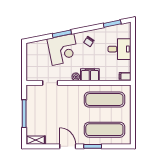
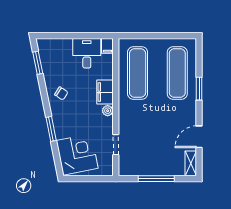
corner desk: (63, 49) -> (77, 154), moved
desk: (119, 49) -> (87, 53), moved
door: (68, 146) -> (199, 137), moved

